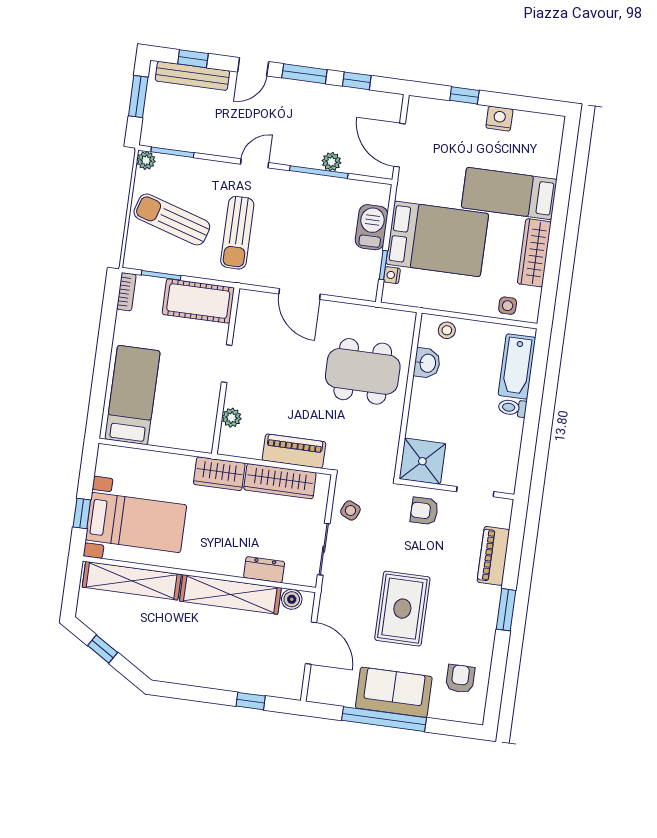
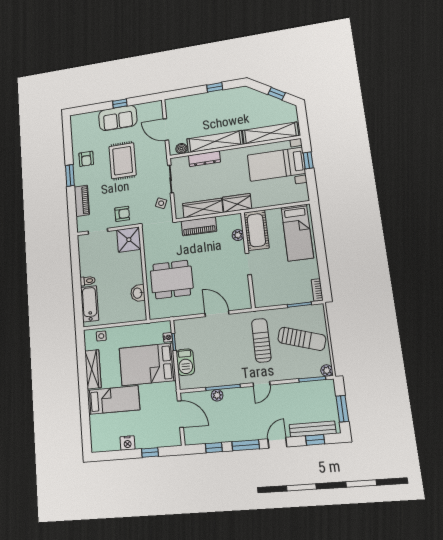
cot: (198, 301) -> (256, 230), moved, turned 90
stool: (447, 330) -> (131, 314), removed
dresser: (264, 570) -> (204, 159), width x1.44
armchair: (460, 679) -> (86, 159), moved
window: (251, 701) -> (215, 87), moved
window: (384, 719) -> (120, 103), width x0.32

